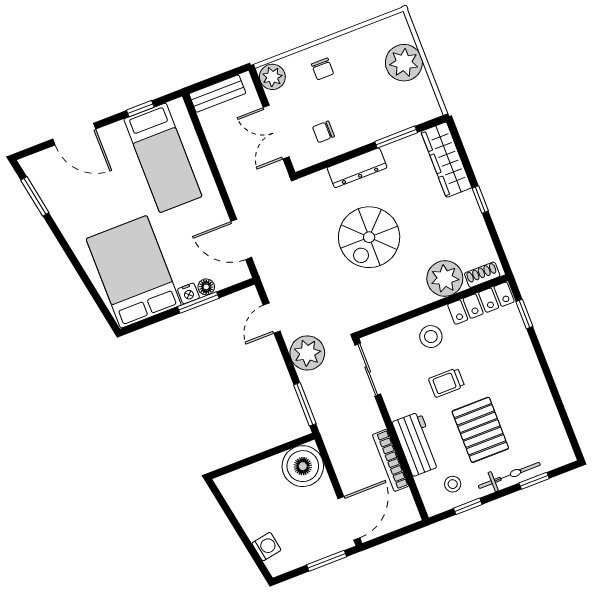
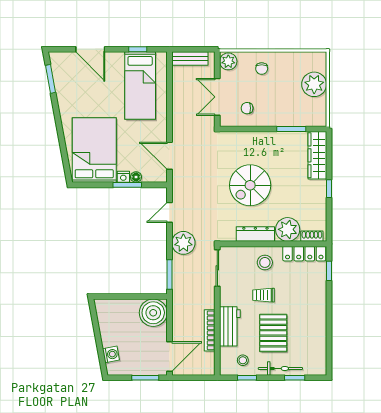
dresser: (357, 168) -> (255, 234), moved, turned 180

